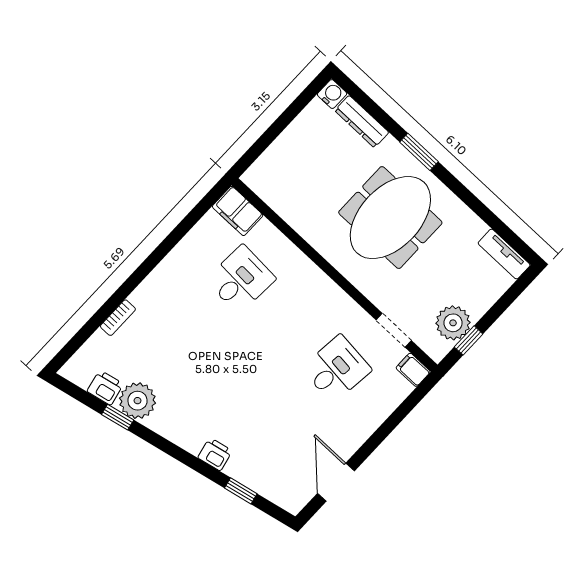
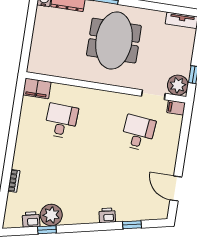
plant: (453, 323) -> (178, 85), moved

